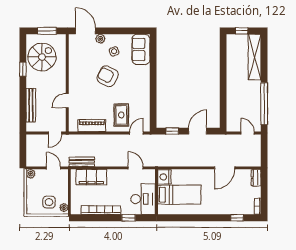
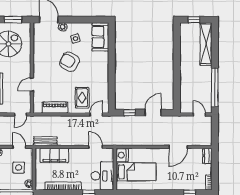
side table: (49, 202) -> (19, 168), moved

